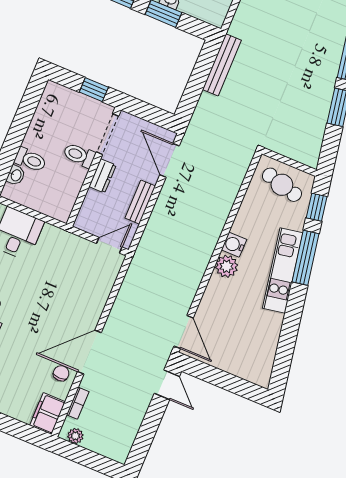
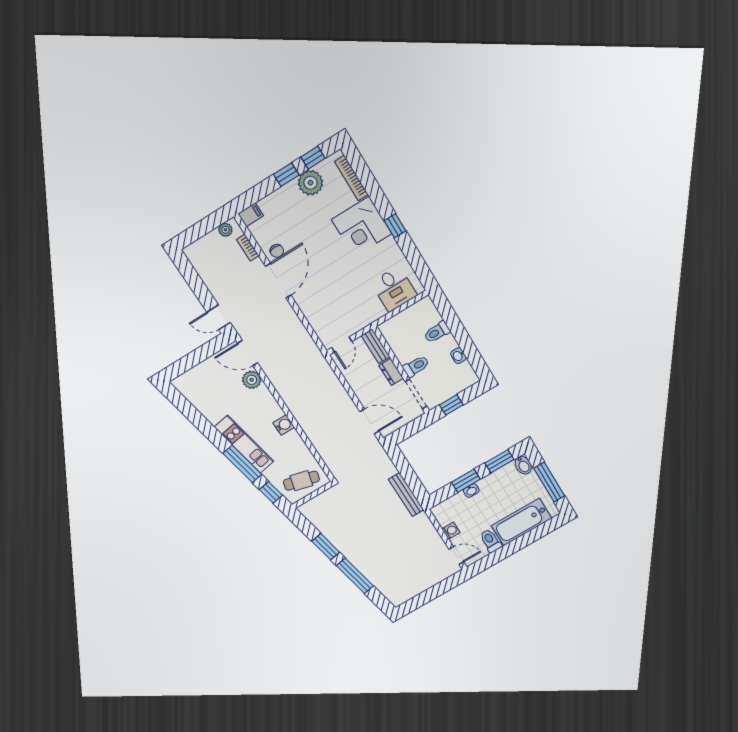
washbasin: (16, 175) -> (458, 356), moved
bench: (140, 202) -> (376, 346), moved
plant: (227, 266) -> (252, 380), moved
filing cabinet: (47, 413) -> (251, 215), width x0.50

